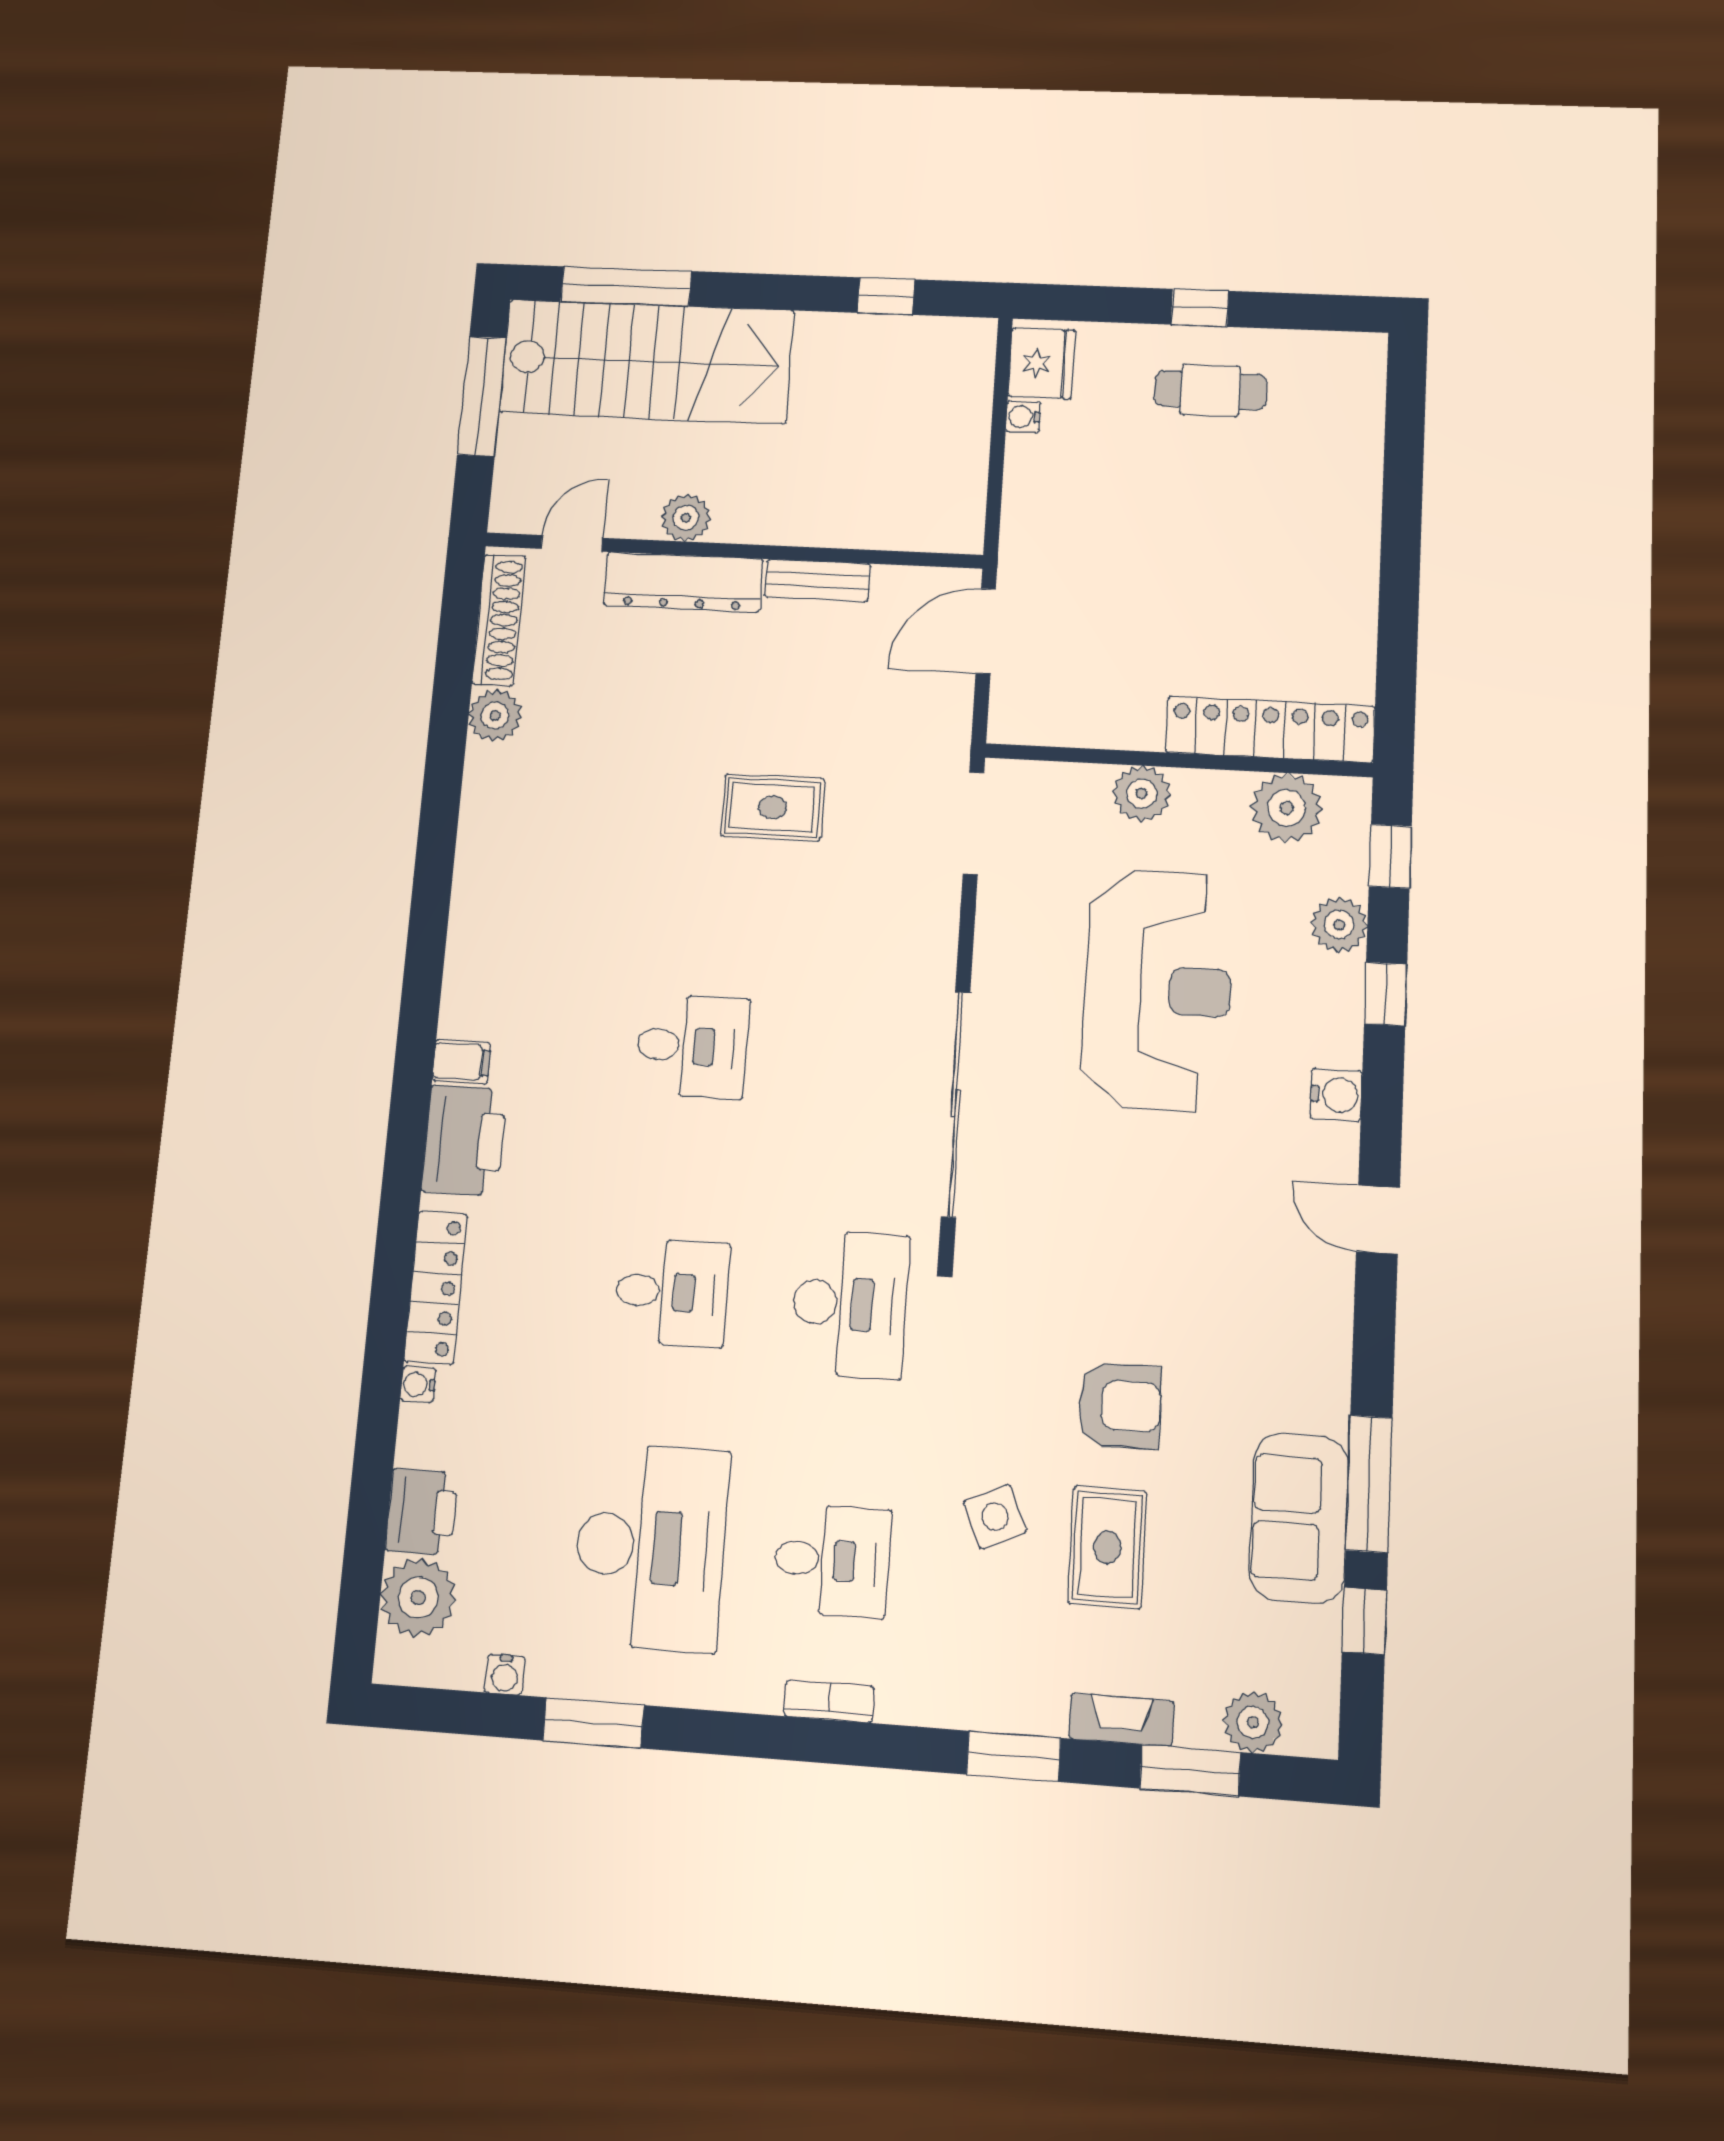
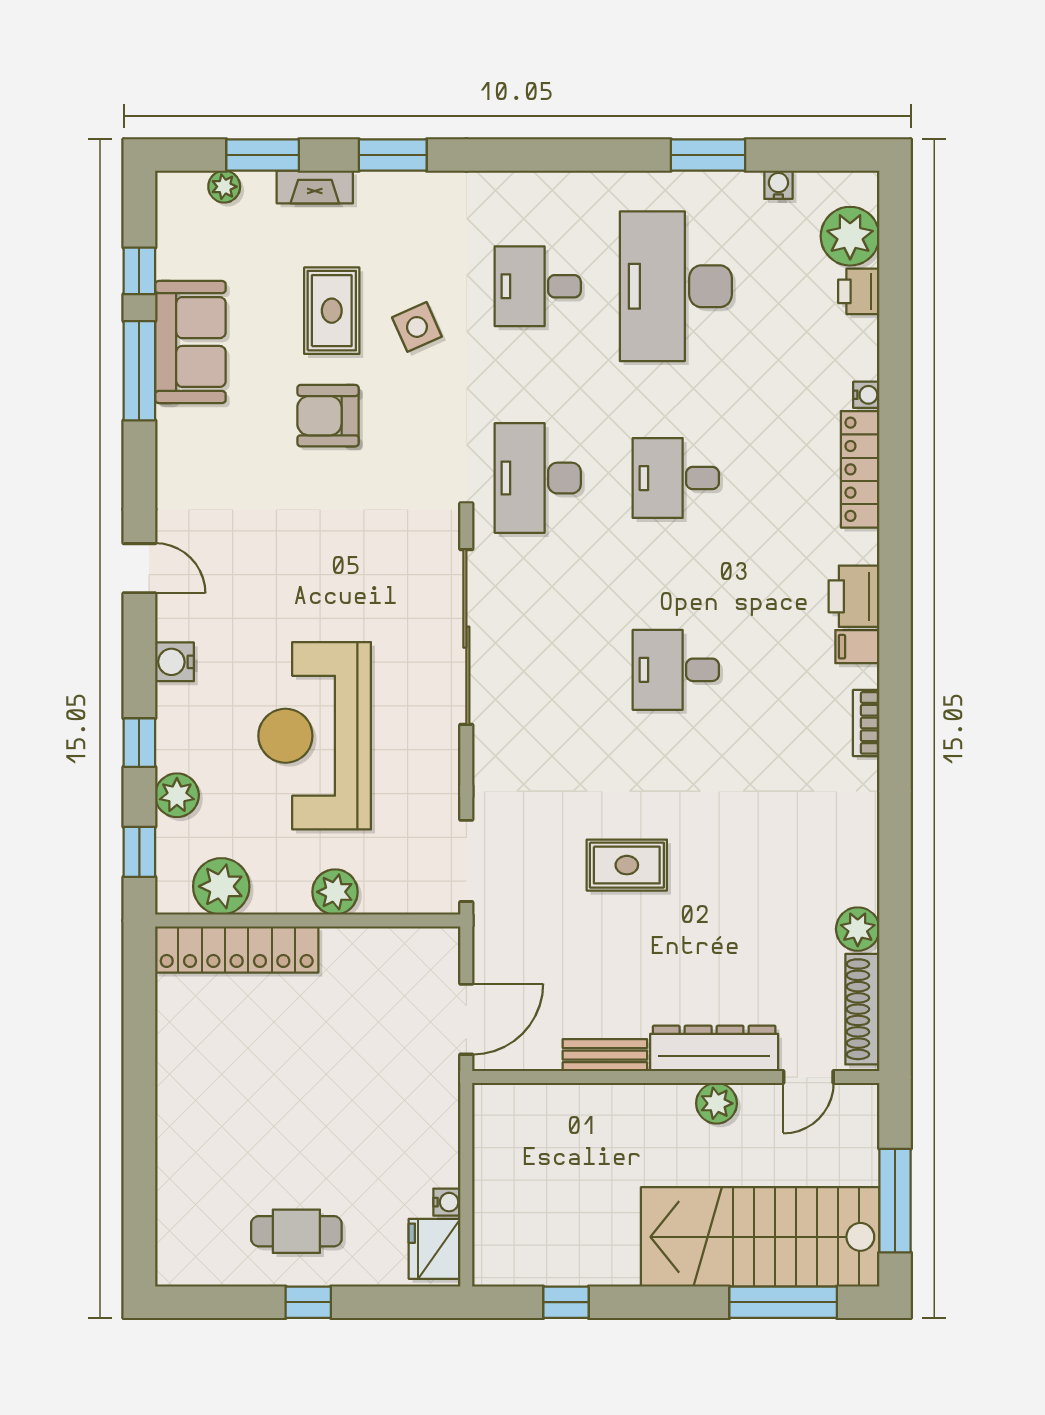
printer: (464, 1140) -> (854, 596), width x0.73, depth x0.84
printer: (422, 1512) -> (859, 291), width x0.73, depth x0.81
bookcase: (829, 1701) -> (866, 723), moved, turned 90
plant: (1253, 1722) -> (224, 187), width x0.73, depth x0.73

